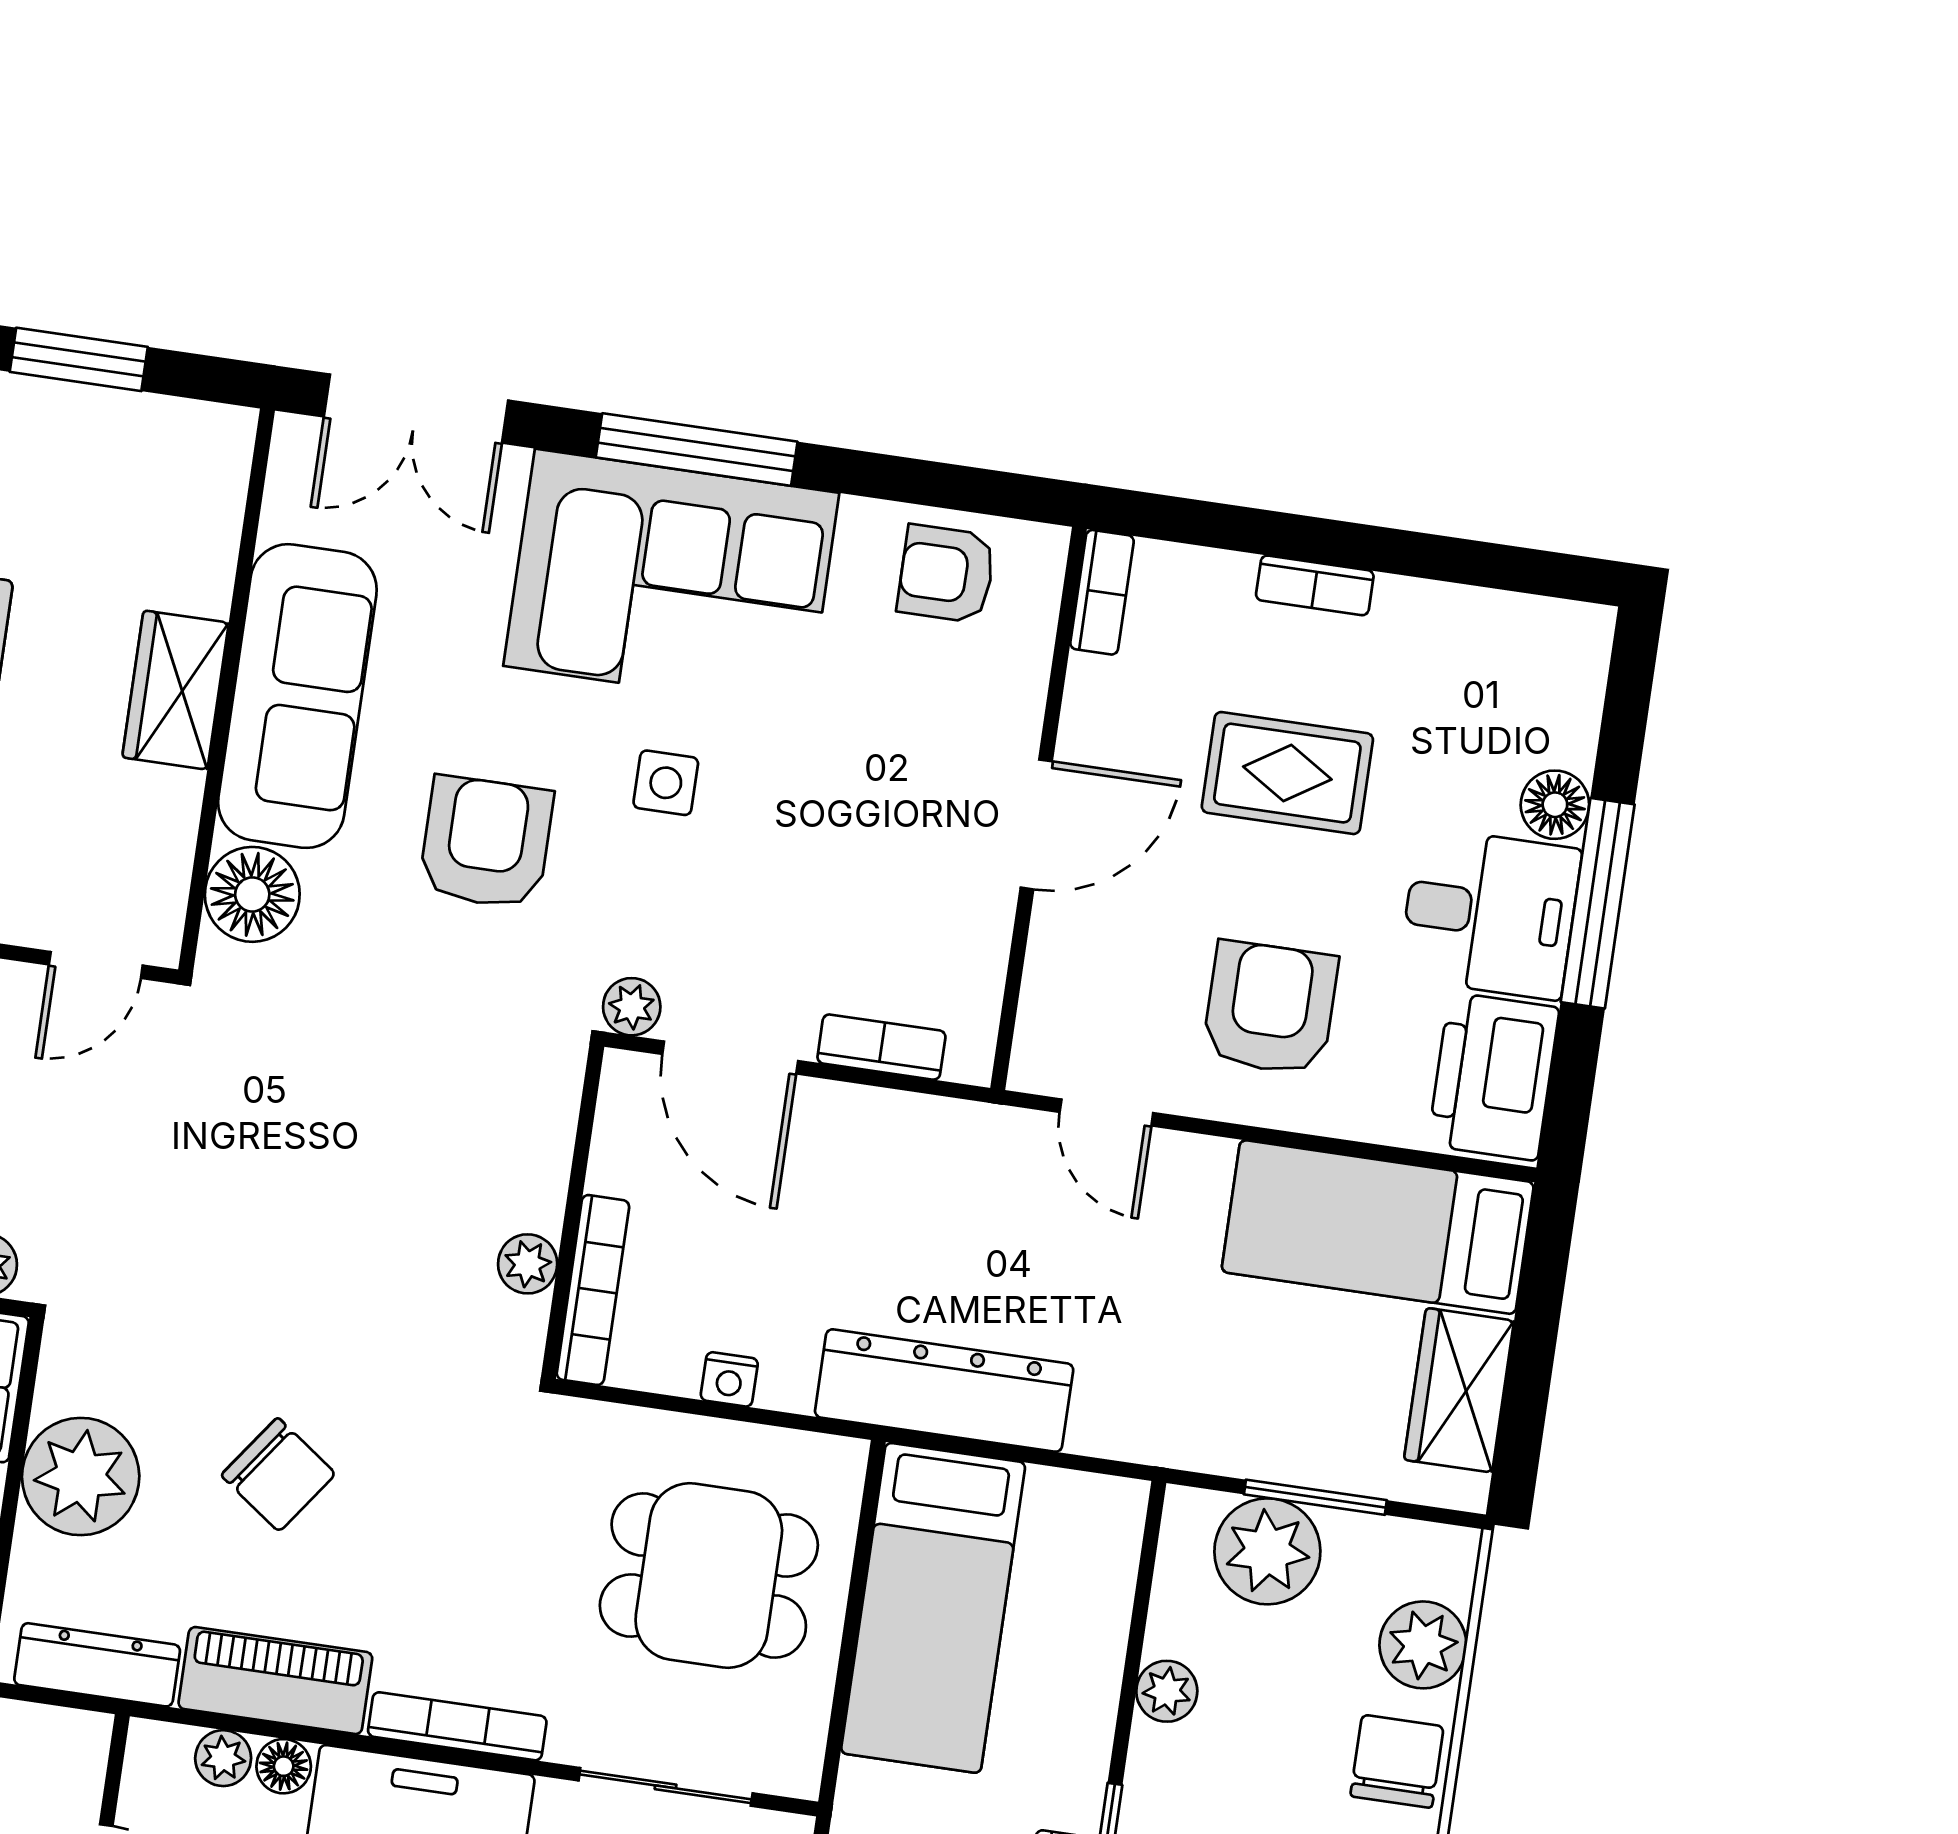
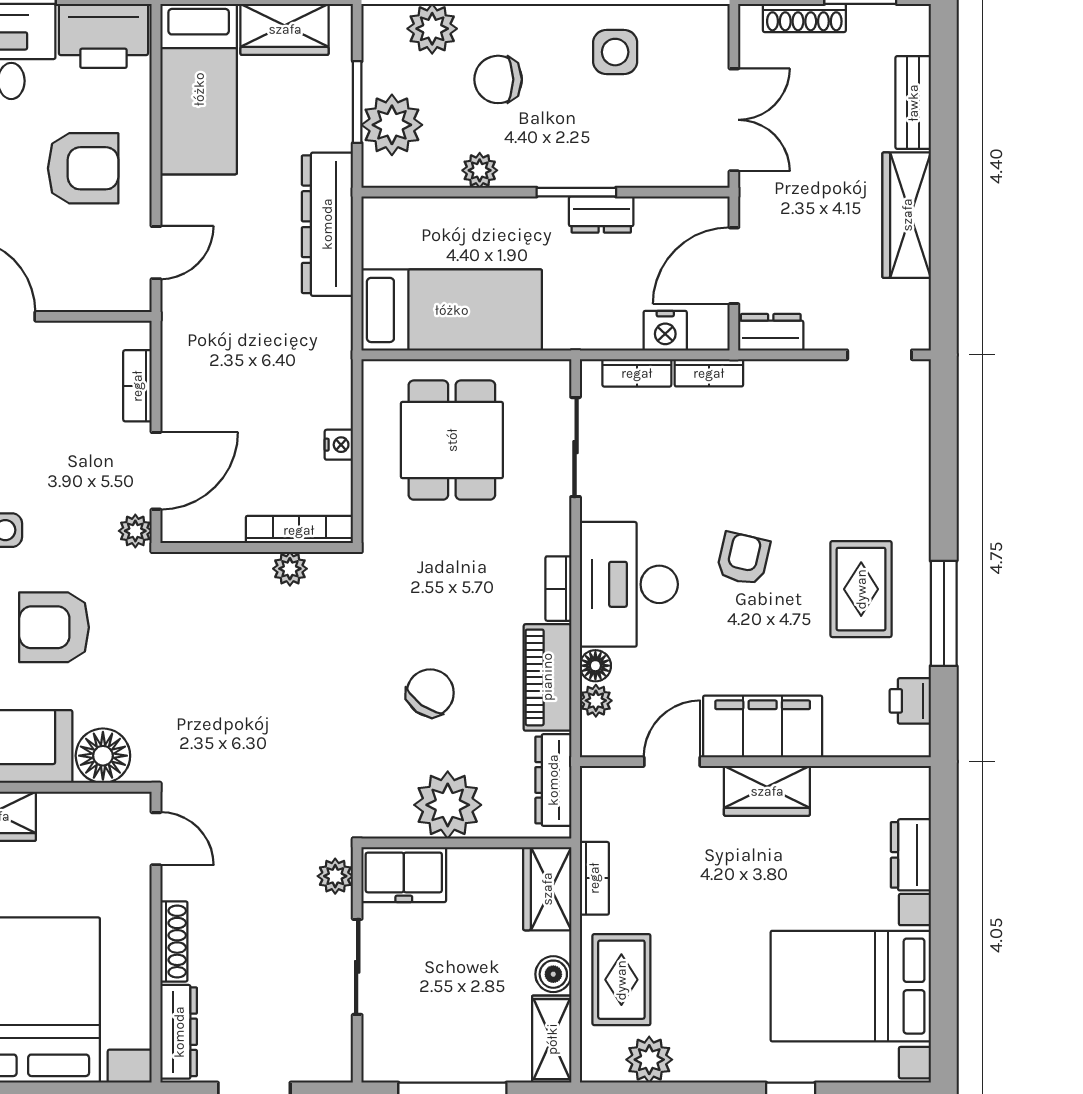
armchair: (1270, 1008) -> (83, 168), turned 180
dresser: (944, 1391) -> (327, 224), moved
bookcase: (457, 1726) -> (558, 589), width x0.64
chair: (1397, 1761) -> (498, 79), moved

